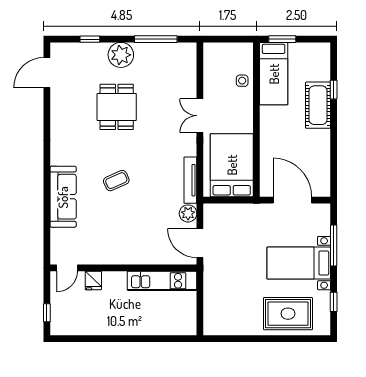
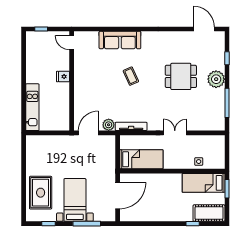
cot: (318, 105) -> (209, 213), moved
bed: (232, 165) -> (141, 159), width x0.67
fridge: (93, 281) -> (63, 77), moved
kitchen unit: (162, 281) -> (32, 107), moved, turned 180

